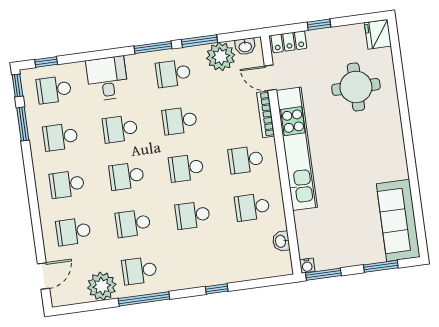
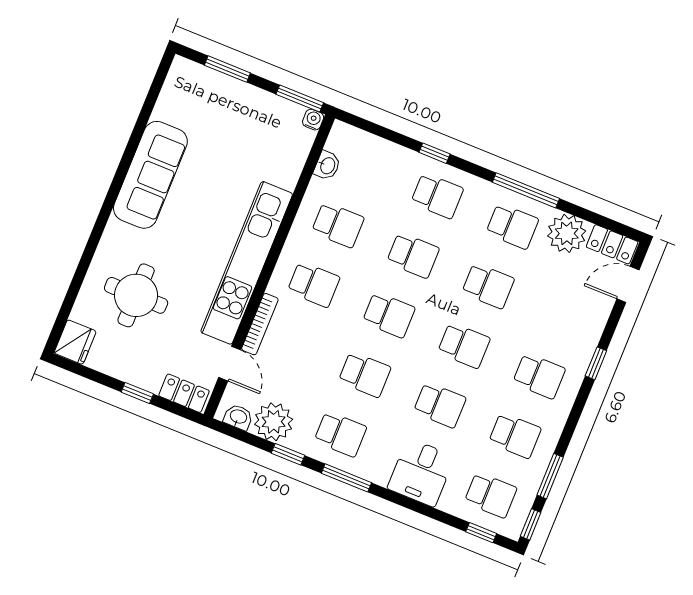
window: (199, 41) -> (288, 454), width x0.67
window: (35, 213) -> (596, 363), added
sofa: (398, 220) -> (150, 175), moved
school desk: (73, 232) -> (437, 196), moved
locker: (69, 296) -> (612, 244), added

